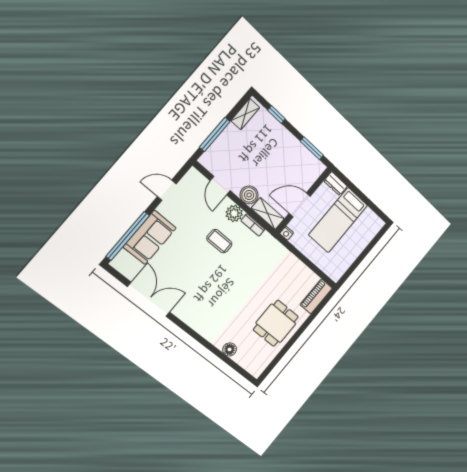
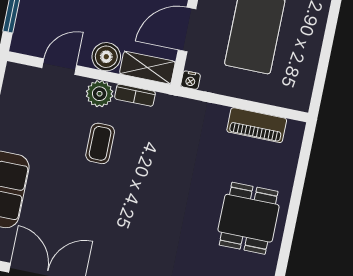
door: (220, 186) -> (59, 67), swing flipped
coffee table: (219, 241) -> (100, 143), turned 90
piano: (316, 296) -> (257, 125), moved, turned -90

